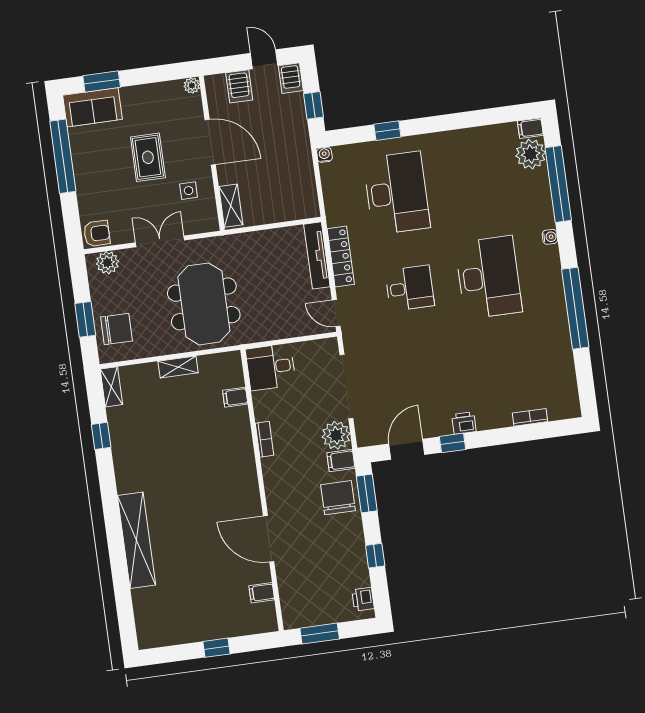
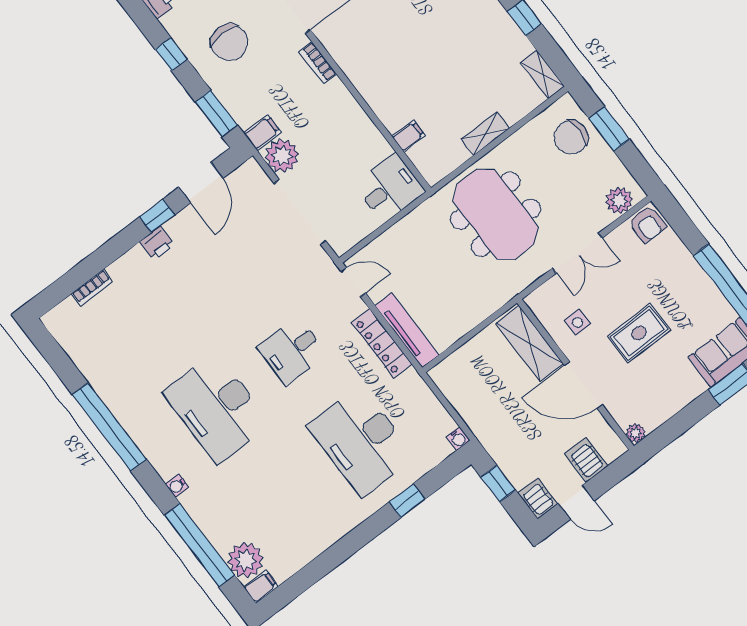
rug: (148, 157) -> (639, 333), turned 90
shelving: (231, 206) -> (530, 343), width x1.50, depth x1.33
armchair: (97, 233) -> (647, 224), turned -90
bookcase: (264, 439) -> (318, 63), moved
chair: (338, 498) -> (229, 42), moved

